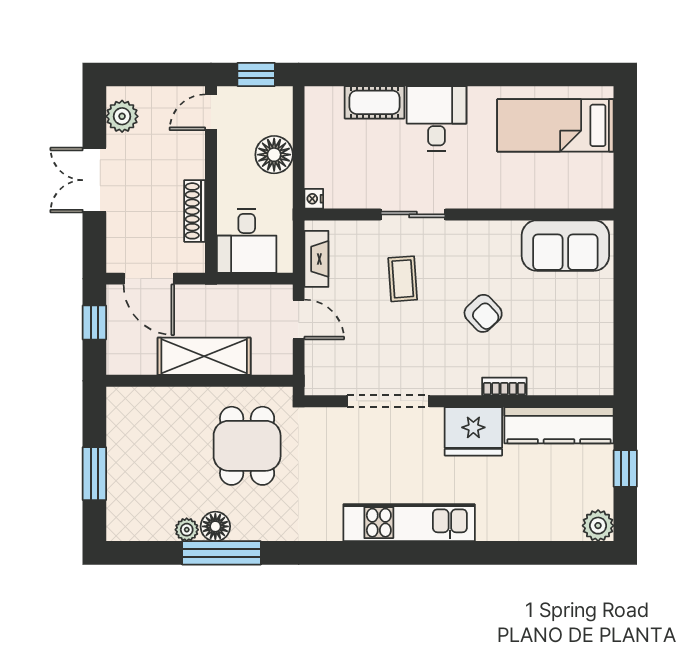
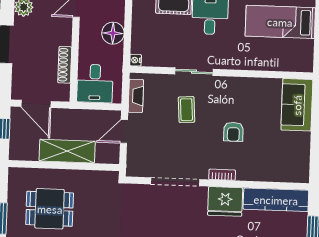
sofa: (565, 246) -> (297, 105), moved, turned 90
armchair: (483, 313) -> (233, 132), turned 43
door: (299, 319) -> (124, 131), swing flipped
bookcase: (504, 386) -> (222, 175), moved
dining table: (247, 446) -> (50, 209), moved, turned 90

